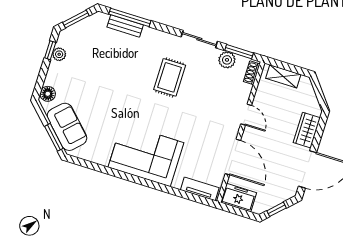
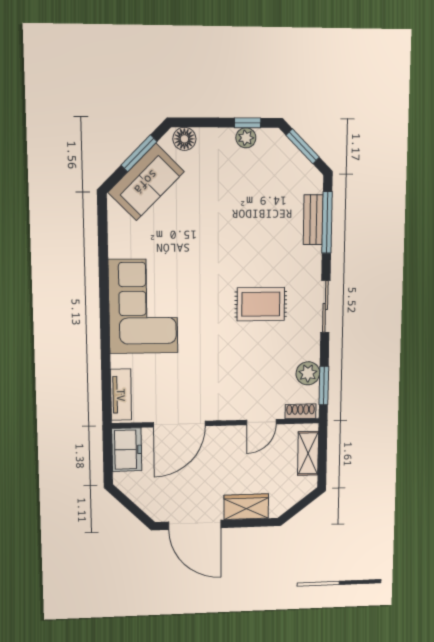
sliding door: (199, 39) -> (325, 307), moved
door: (246, 115) -> (261, 422), moved
window: (54, 137) -> (139, 153), moved
window: (277, 209) -> (128, 504), removed

